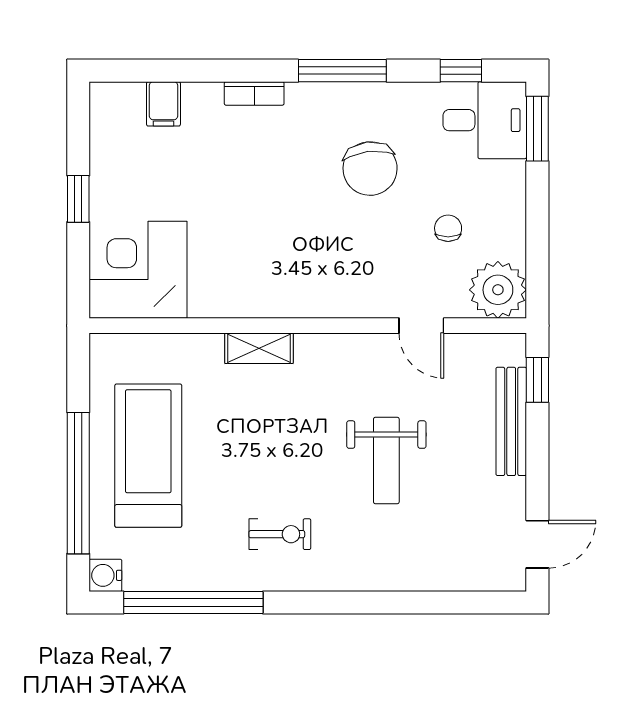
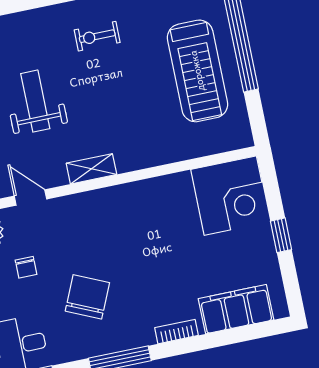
filing cabinet: (163, 104) -> (236, 309), width x3.00, depth x1.17
chair: (370, 169) -> (87, 297), turned 31
shelving: (259, 348) -> (91, 169), moved

